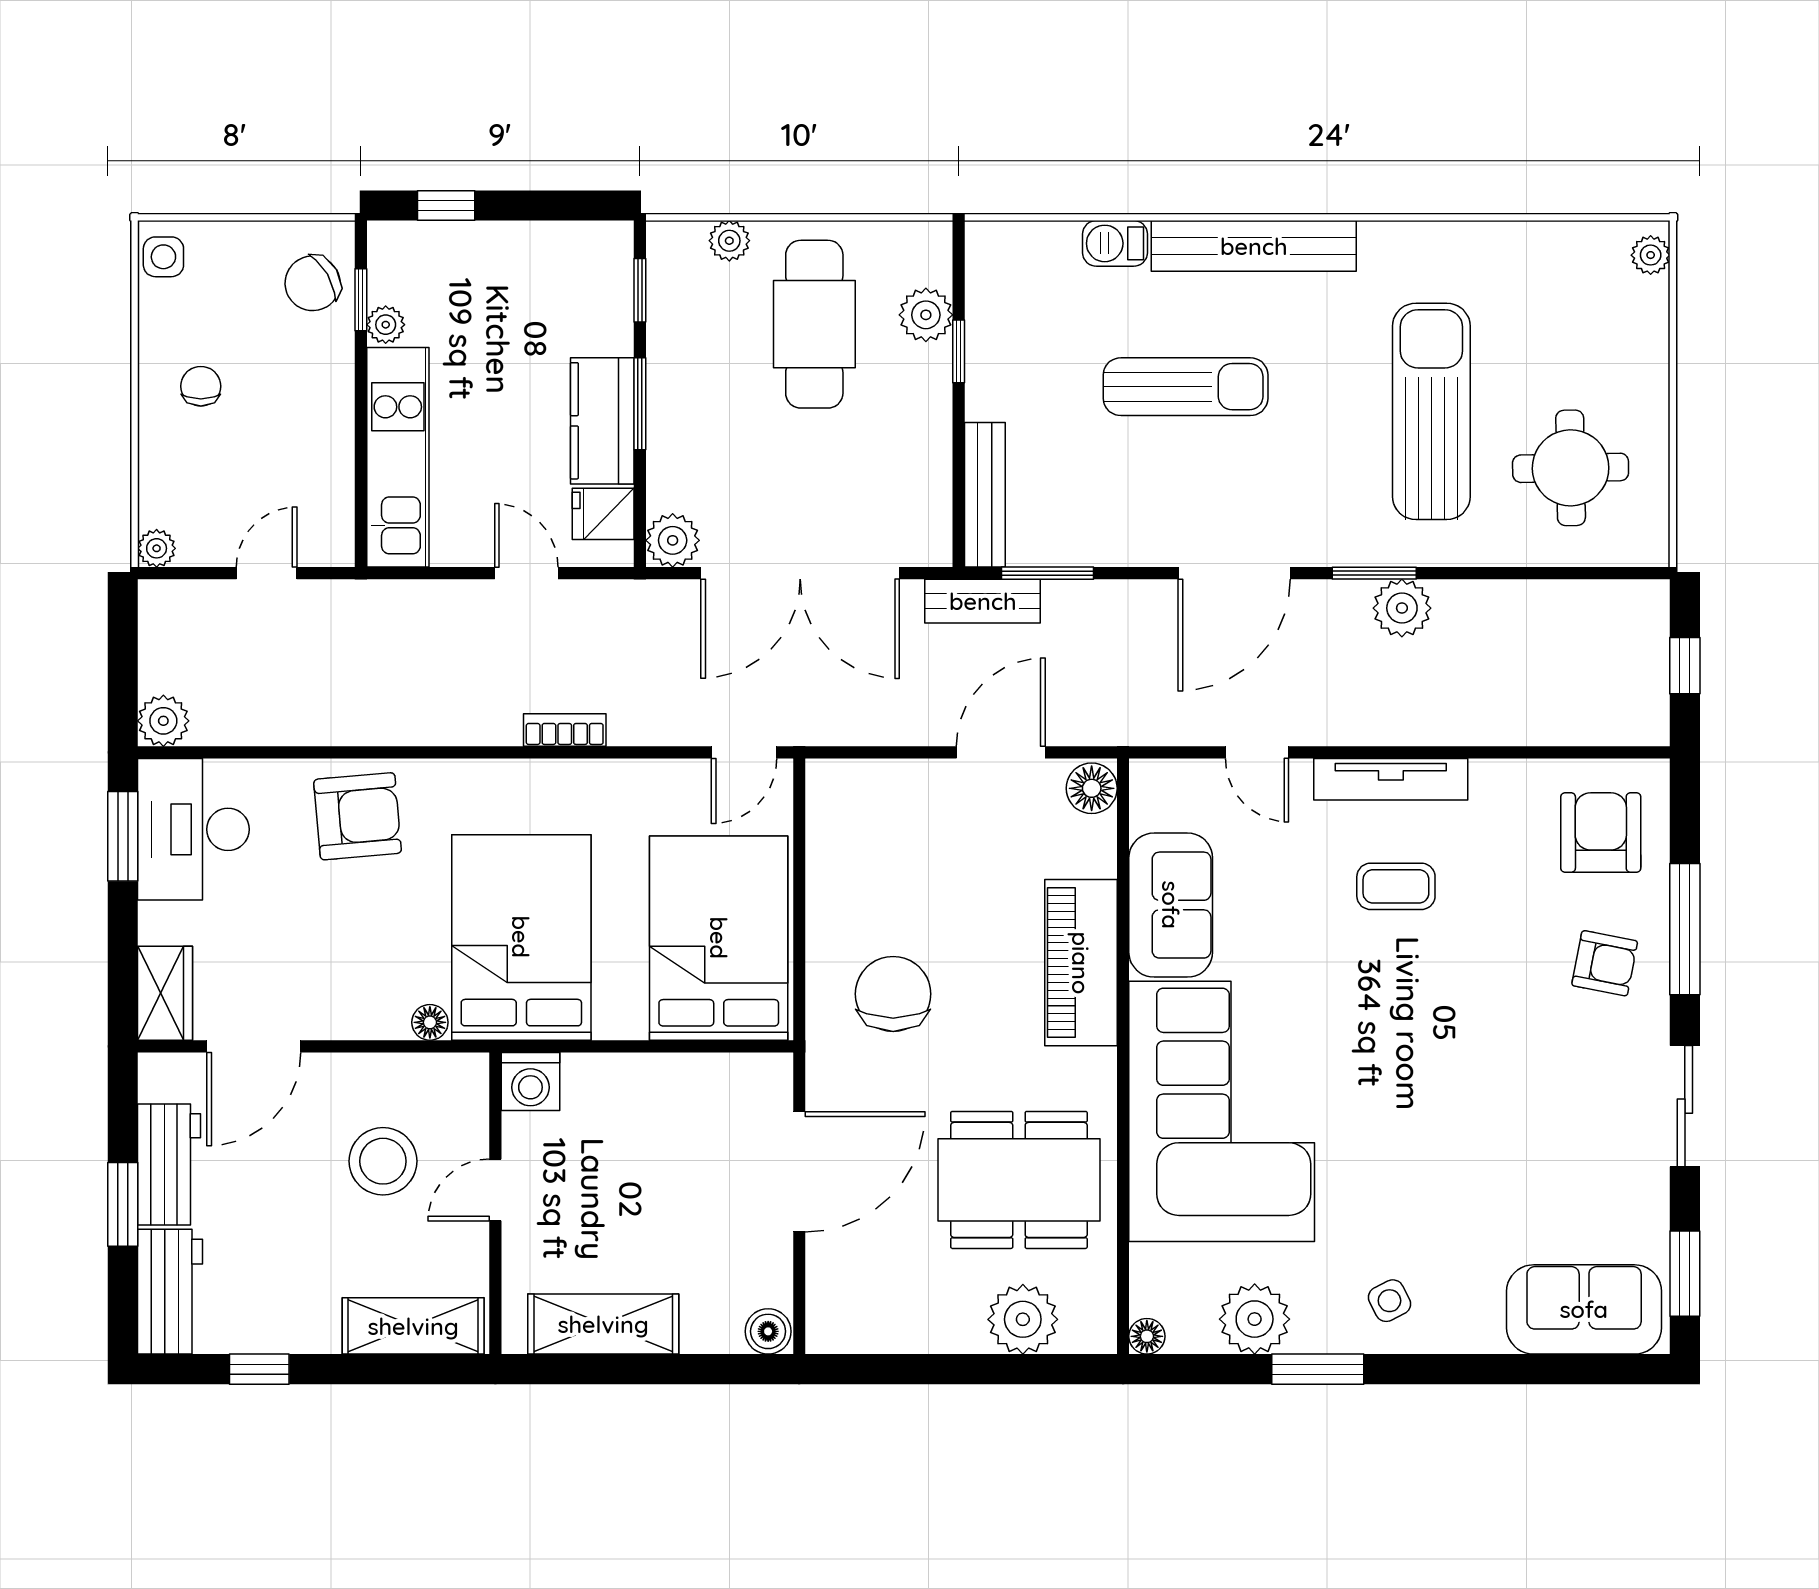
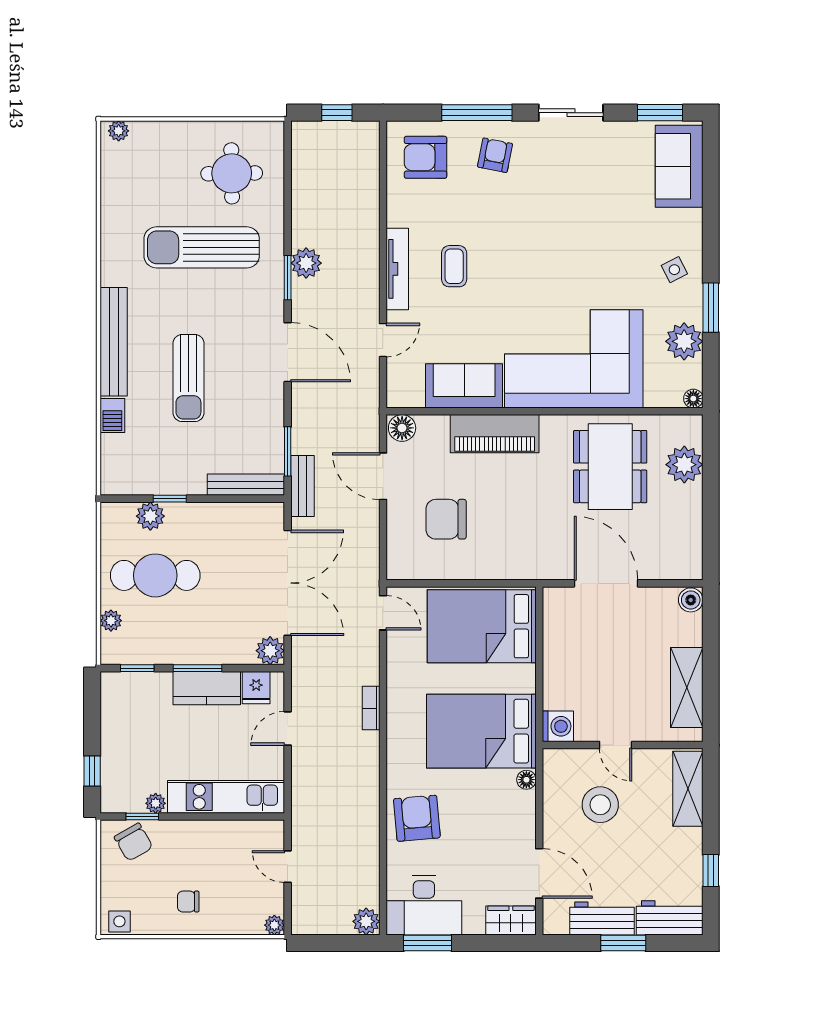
sun lounger: (1186, 387) -> (188, 378), turned 180
chair: (893, 994) -> (446, 519), moved

